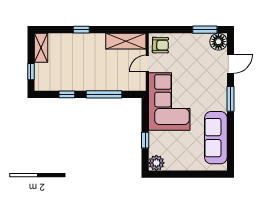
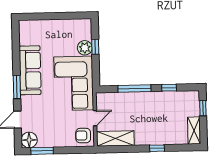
sofa: (216, 138) -> (30, 70), moved
plant: (156, 163) -> (85, 48), moved

